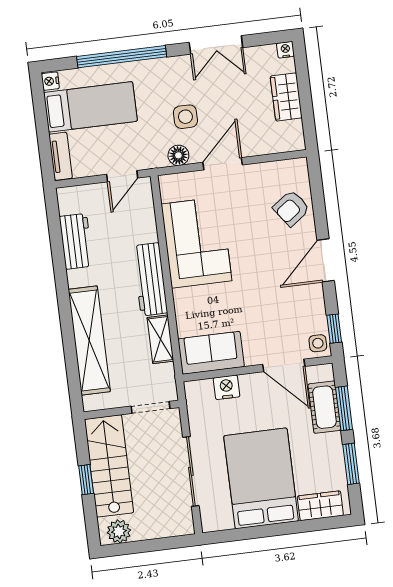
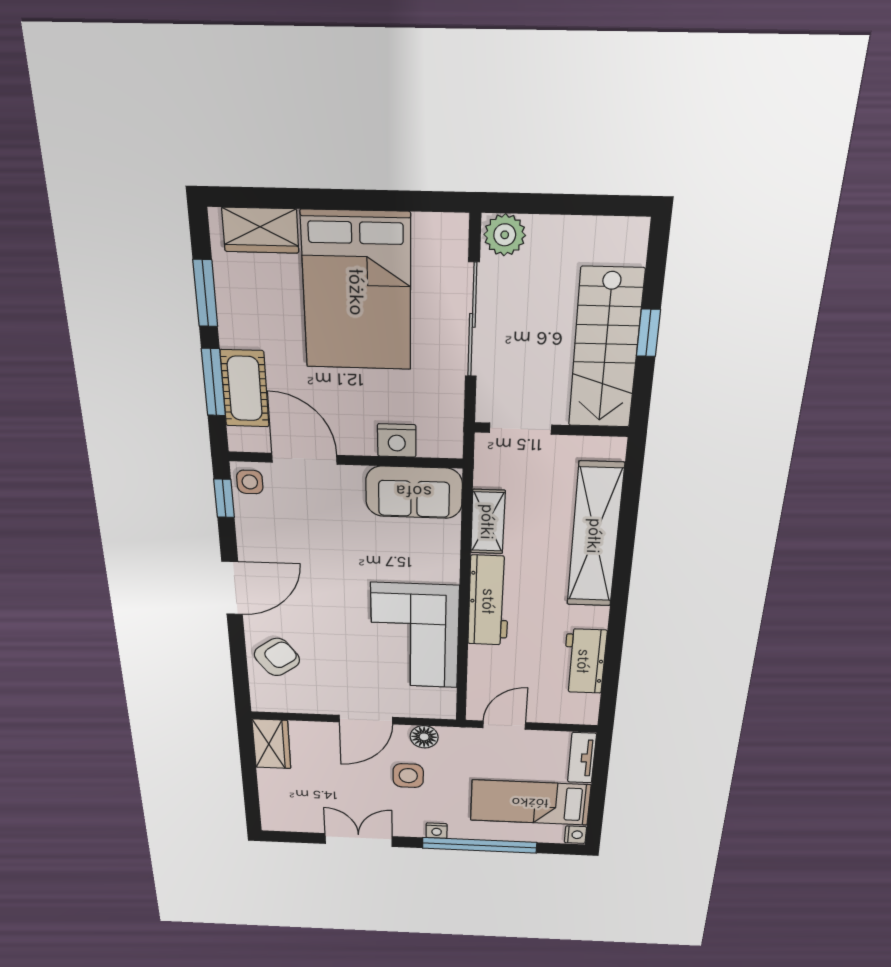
nightstand: (285, 50) -> (437, 831), moved
wardrobe: (286, 97) -> (272, 744), moved
plant: (119, 531) -> (505, 235), moved

